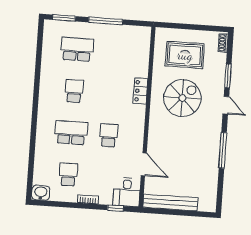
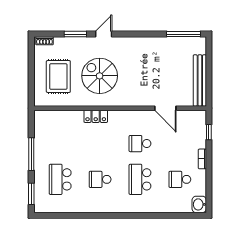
window: (223, 150) -> (183, 34), moved
door: (144, 164) -> (165, 108), swing flipped
desk: (127, 192) -> (193, 123), removed

